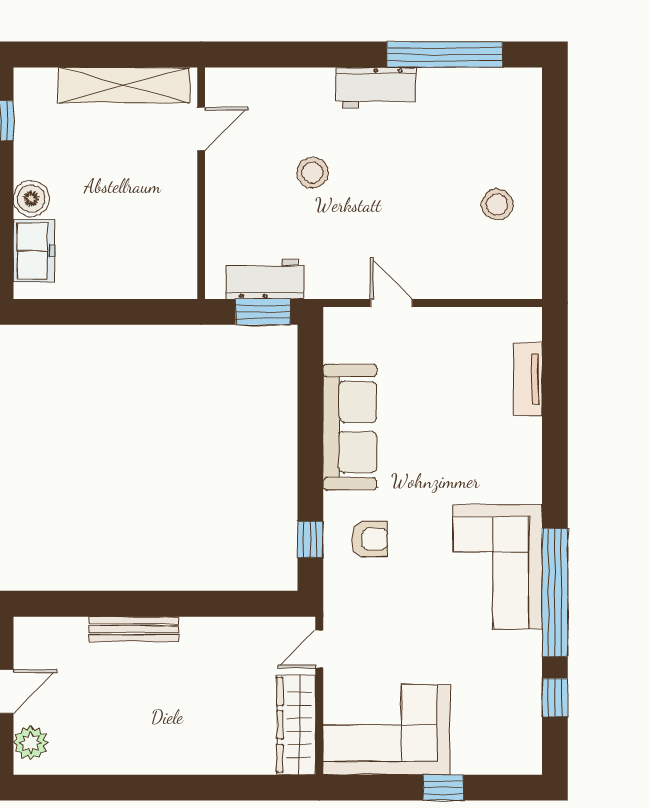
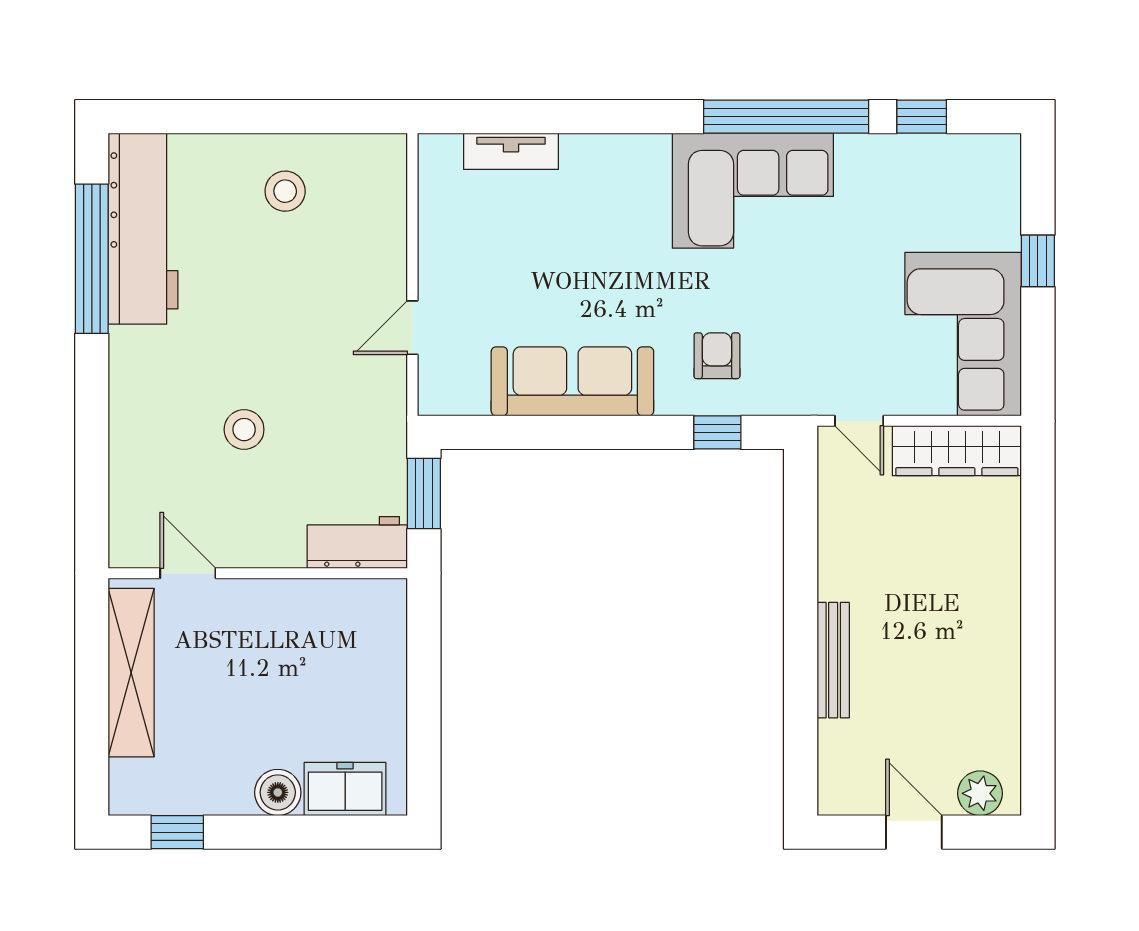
workbench: (376, 88) -> (143, 229), moved, width x1.88, depth x1.32
workbench: (265, 279) -> (357, 542), moved, turned 90

